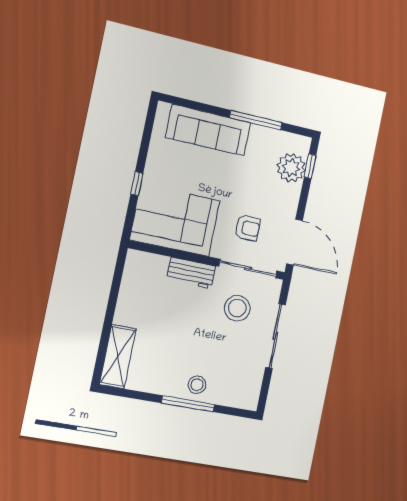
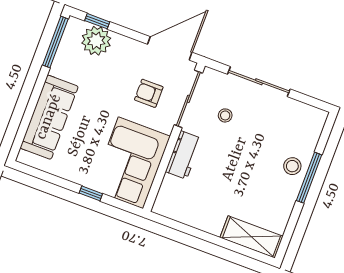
window: (256, 120) -> (55, 42), moved
armchair: (248, 228) -> (149, 93), turned -90
stool: (237, 308) -> (225, 115), width x0.53, depth x0.53

